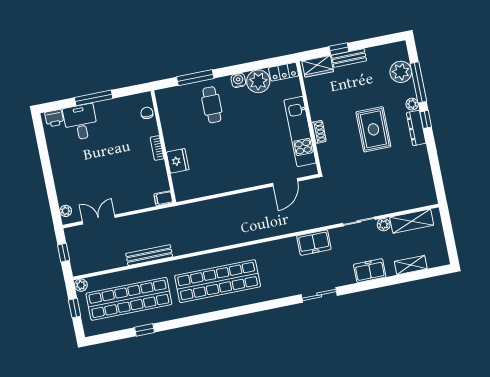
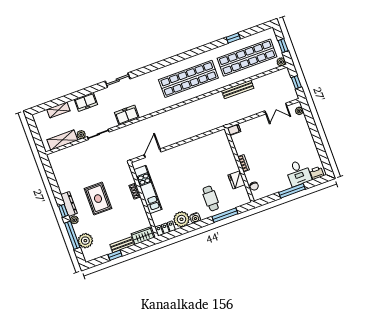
window: (339, 49) -> (115, 255), moved
fridge: (178, 161) -> (237, 180), moved

